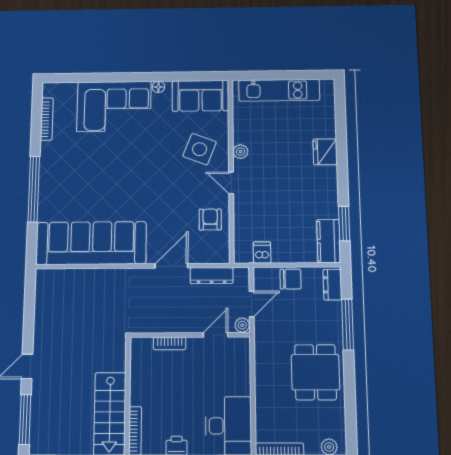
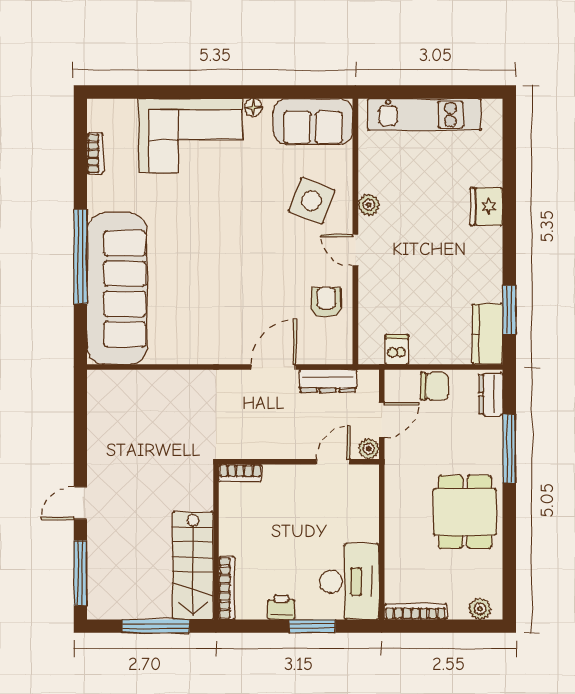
bookcase: (47, 119) -> (95, 154), width x0.64
sofa: (91, 243) -> (117, 289), moved, turned 90
bookcase: (170, 343) -> (240, 473), moved

